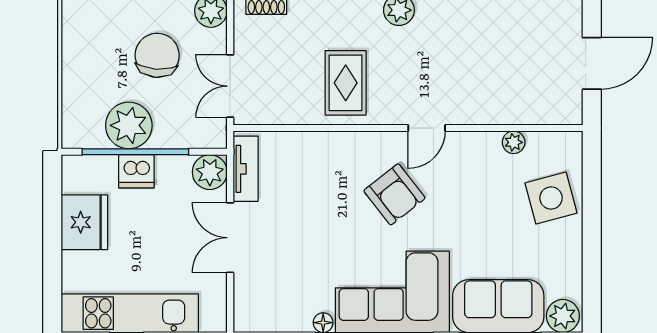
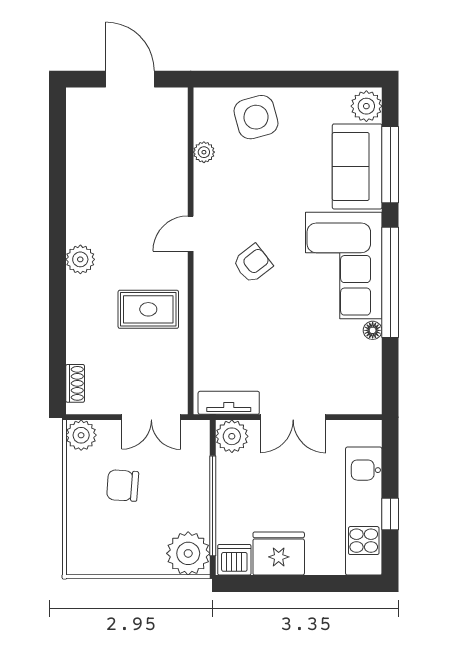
chair: (157, 55) -> (123, 486), width x0.73, depth x0.73
plant: (129, 125) -> (188, 553), moved
door: (427, 128) -> (191, 234), swing flipped
dishwasher: (136, 171) -> (234, 560), moved, turned -90
armchair: (394, 194) -> (253, 264), width x0.72, depth x0.72

